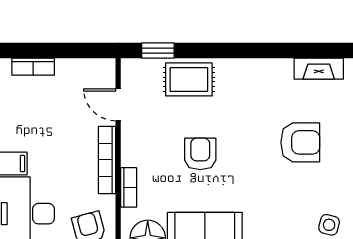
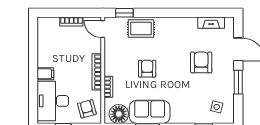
bookcase: (33, 67) -> (71, 22), moved
door: (118, 105) -> (103, 29), moved
armchair: (300, 142) -> (201, 62), turned -90

